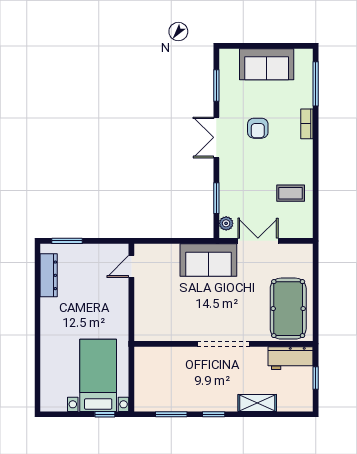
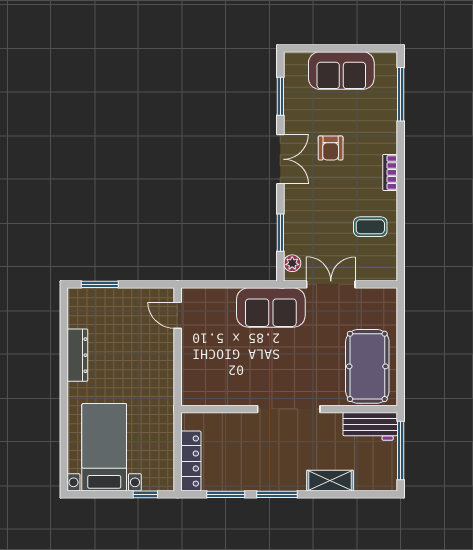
bookcase: (307, 124) -> (390, 172), moved
double door: (216, 137) -> (280, 159), swing flipped
door: (131, 266) -> (178, 315), hinge flipped
dresser: (49, 275) -> (77, 355), moved
bed with nightstands: (98, 375) -> (104, 447), moved
window: (316, 378) -> (401, 450), width x2.17
locker: (142, 387) -> (191, 461), added
window: (214, 414) -> (277, 494), width x1.50

